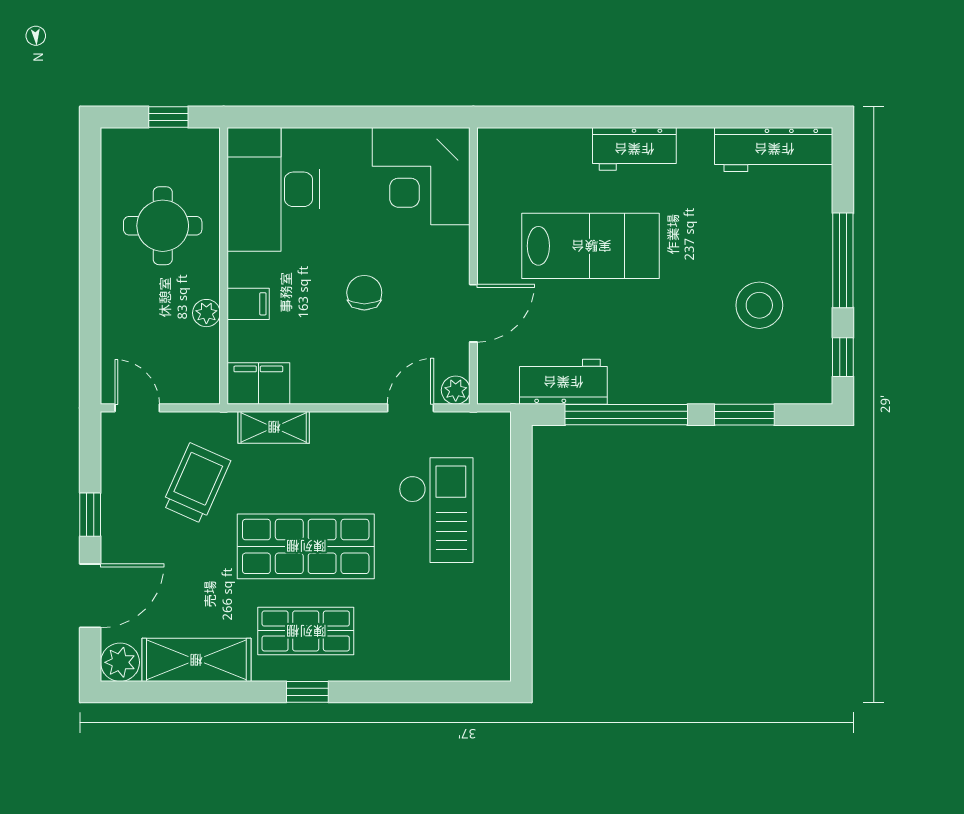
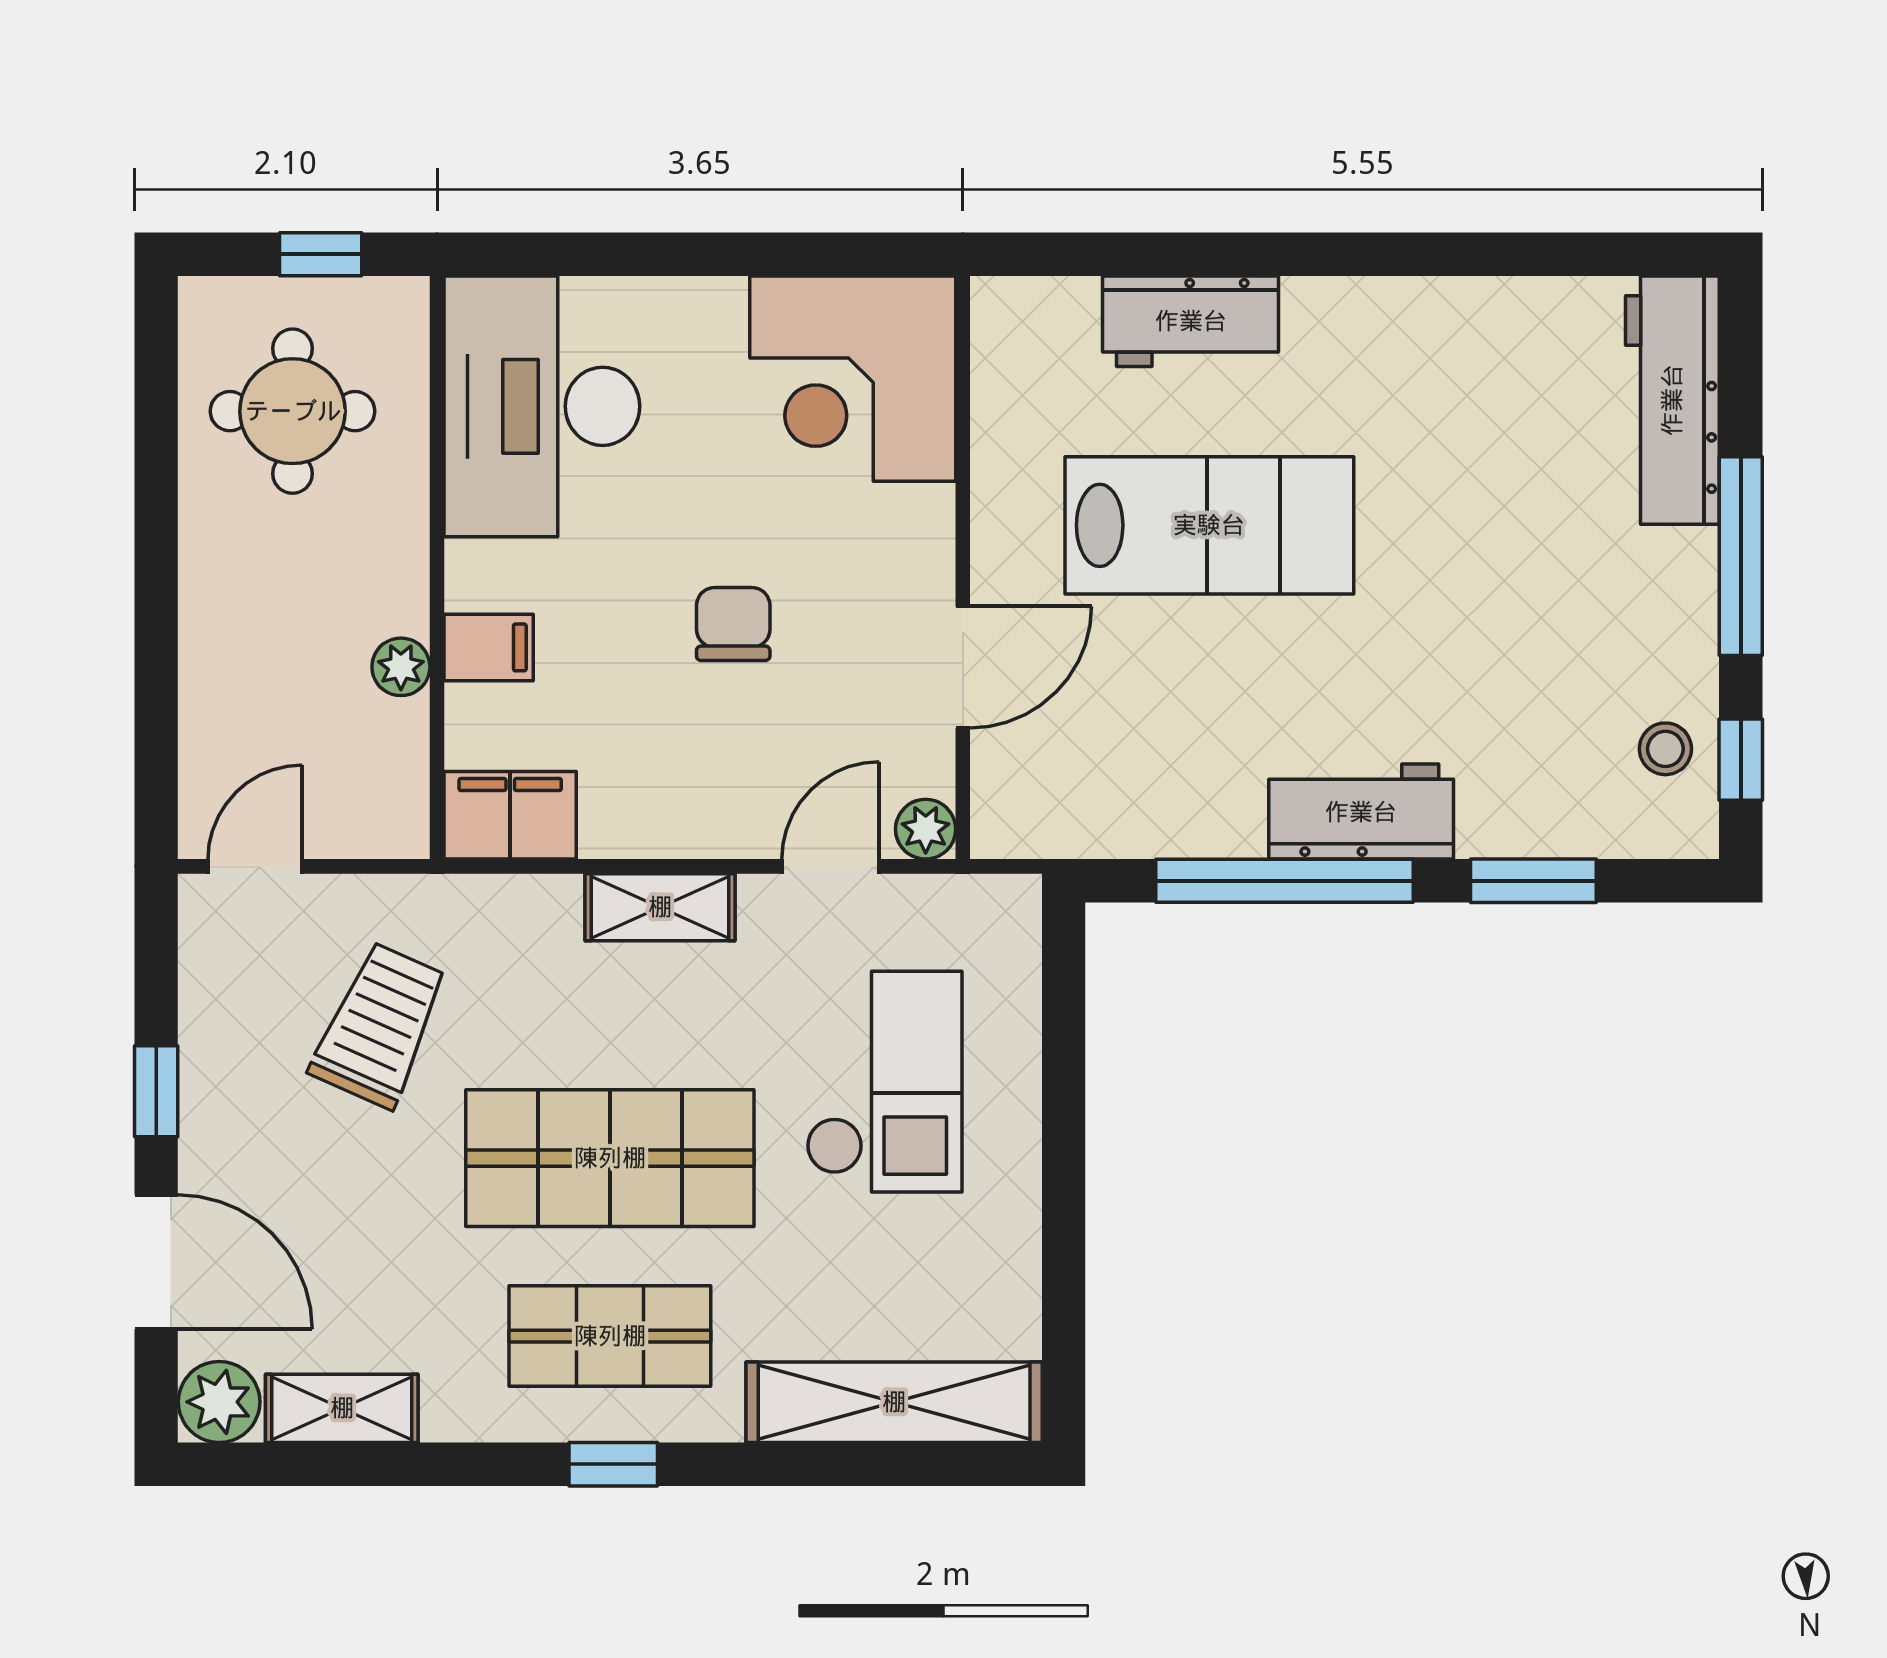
workbench: (634, 149) -> (1191, 321), moved
workbench: (774, 149) -> (1672, 400), moved, turned 90
round table: (163, 226) -> (293, 411), moved
stool: (759, 305) -> (1665, 749), moved, width x0.53, depth x0.53
workbench: (563, 382) -> (1361, 812), moved
door: (137, 408) -> (255, 866), hinge flipped
shelving: (274, 427) -> (660, 907), moved
door: (90, 596) -> (156, 1262), hinge flipped
shelving: (196, 660) -> (342, 1408), width x0.67, depth x0.75
shelving: (441, 662) -> (894, 1402), added

